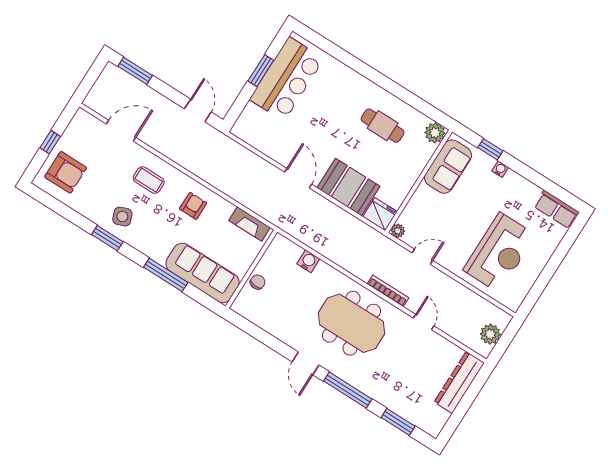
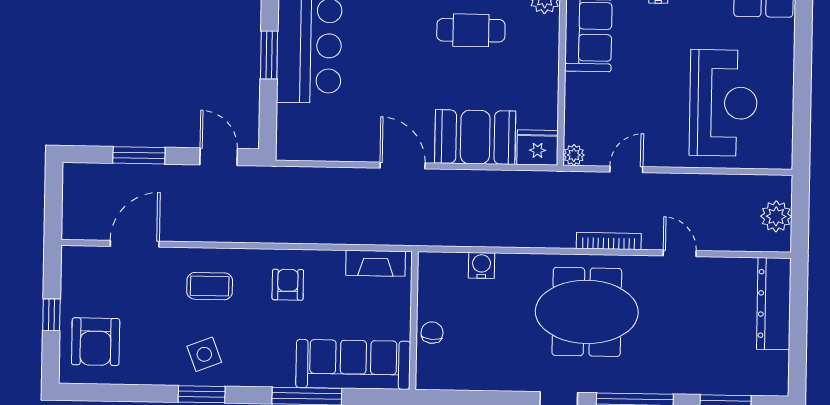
window: (135, 71) -> (139, 155), moved
armchair: (66, 172) -> (96, 342), turned 90

